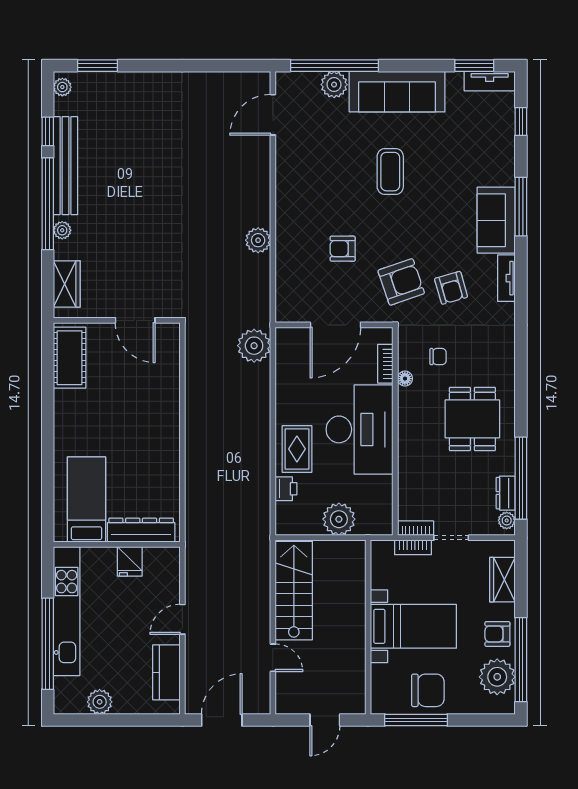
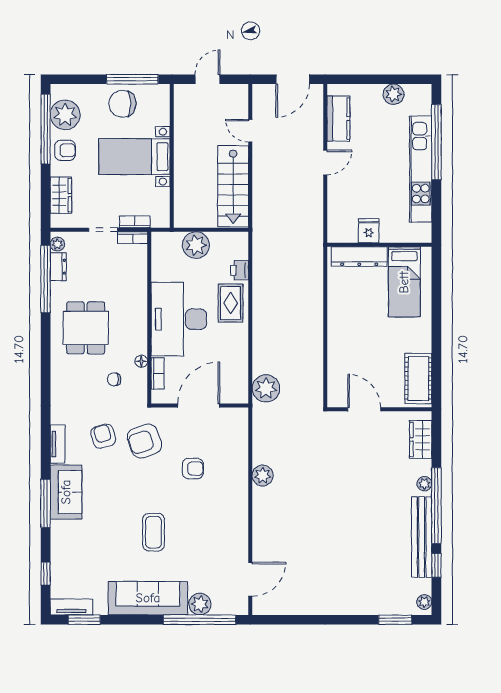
bed: (86, 500) -> (404, 282), moved
dresser: (141, 530) -> (359, 257), moved
wall: (117, 544) -> (379, 245), moved
fridge: (130, 561) -> (369, 231), moved

